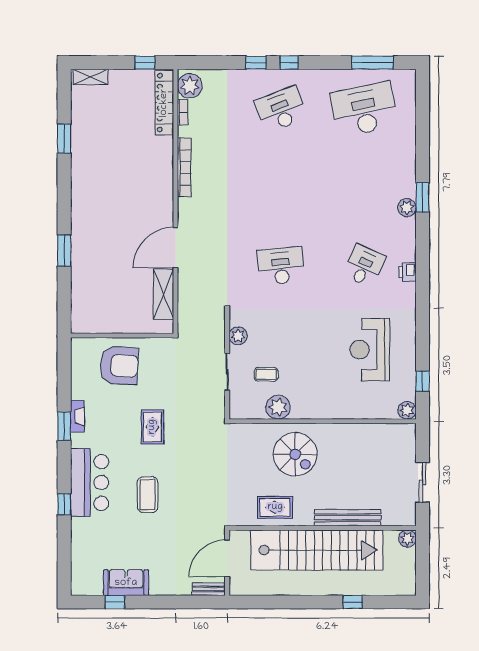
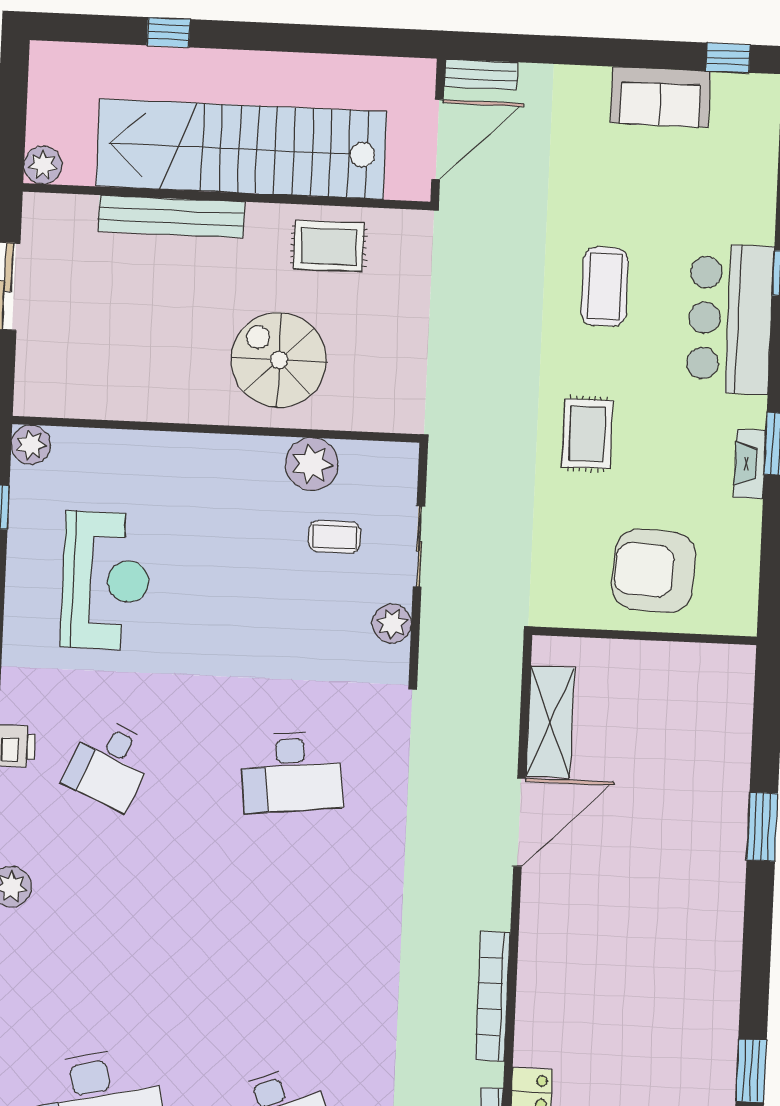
window: (115, 602) -> (728, 58), moved

